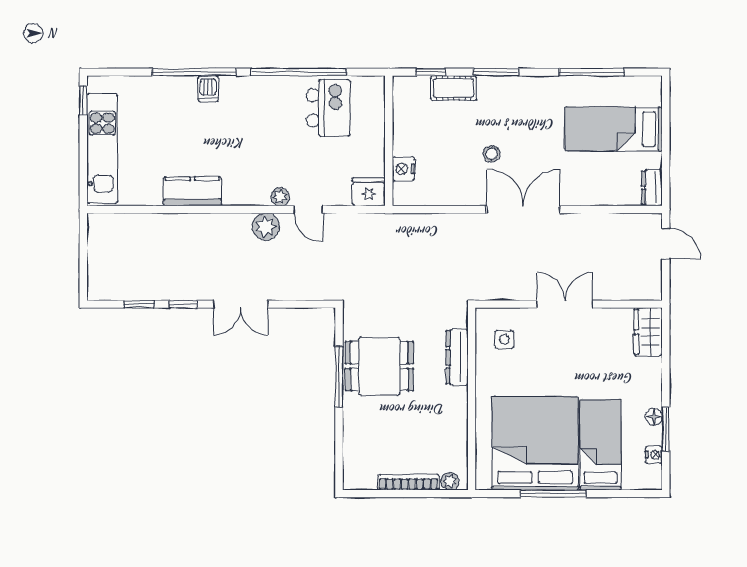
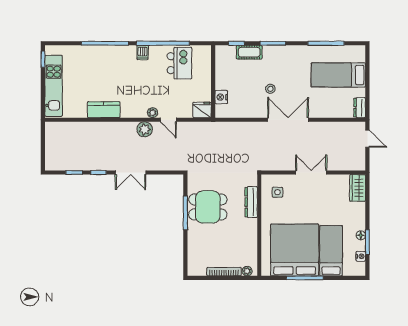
dishwasher: (208, 89) -> (143, 52), moved

